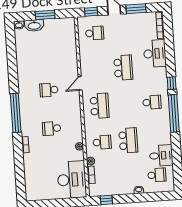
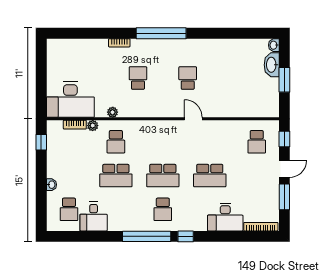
school desk: (100, 106) -> (163, 176), moved

